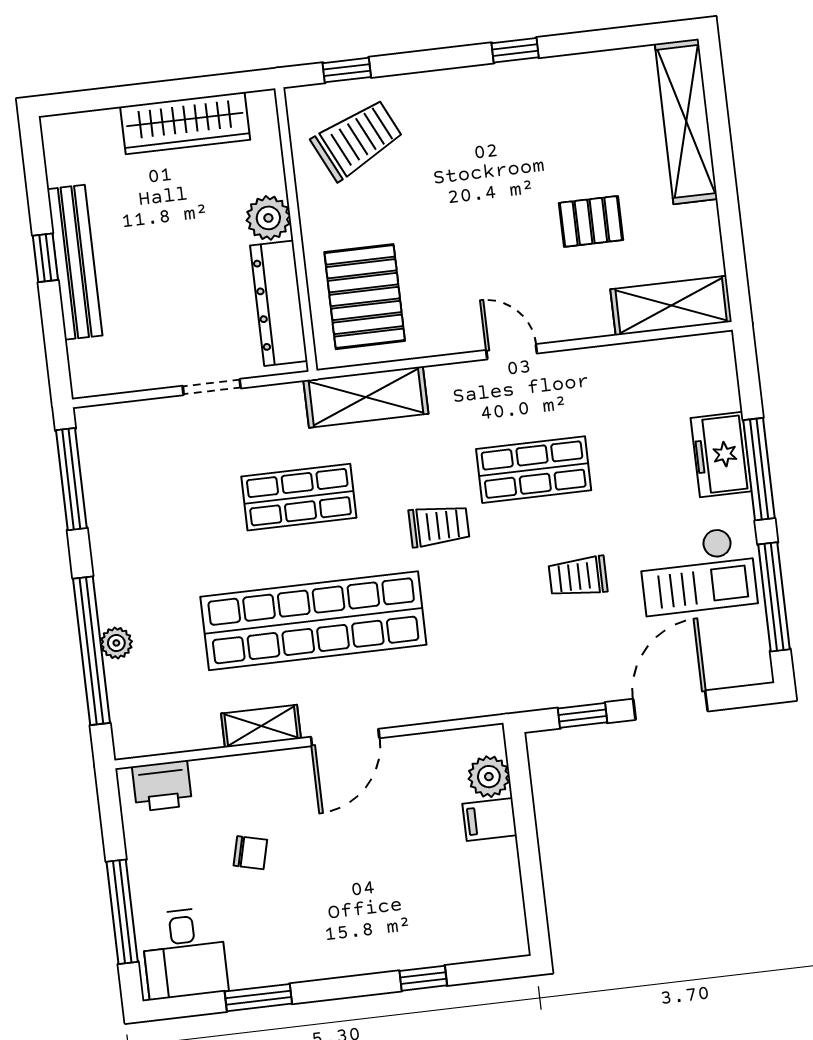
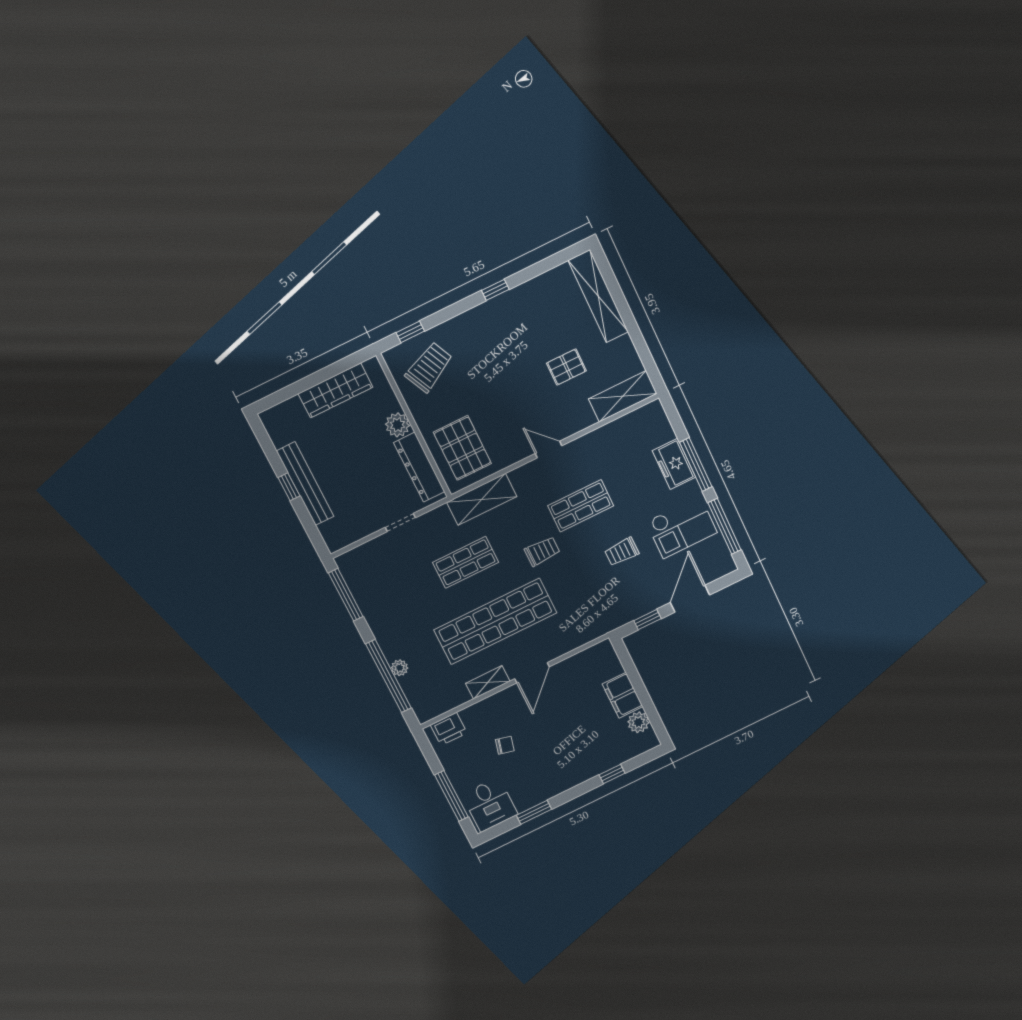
plant: (489, 777) -> (638, 722), moved
filing cabinet: (490, 819) -> (623, 695), width x2.00

